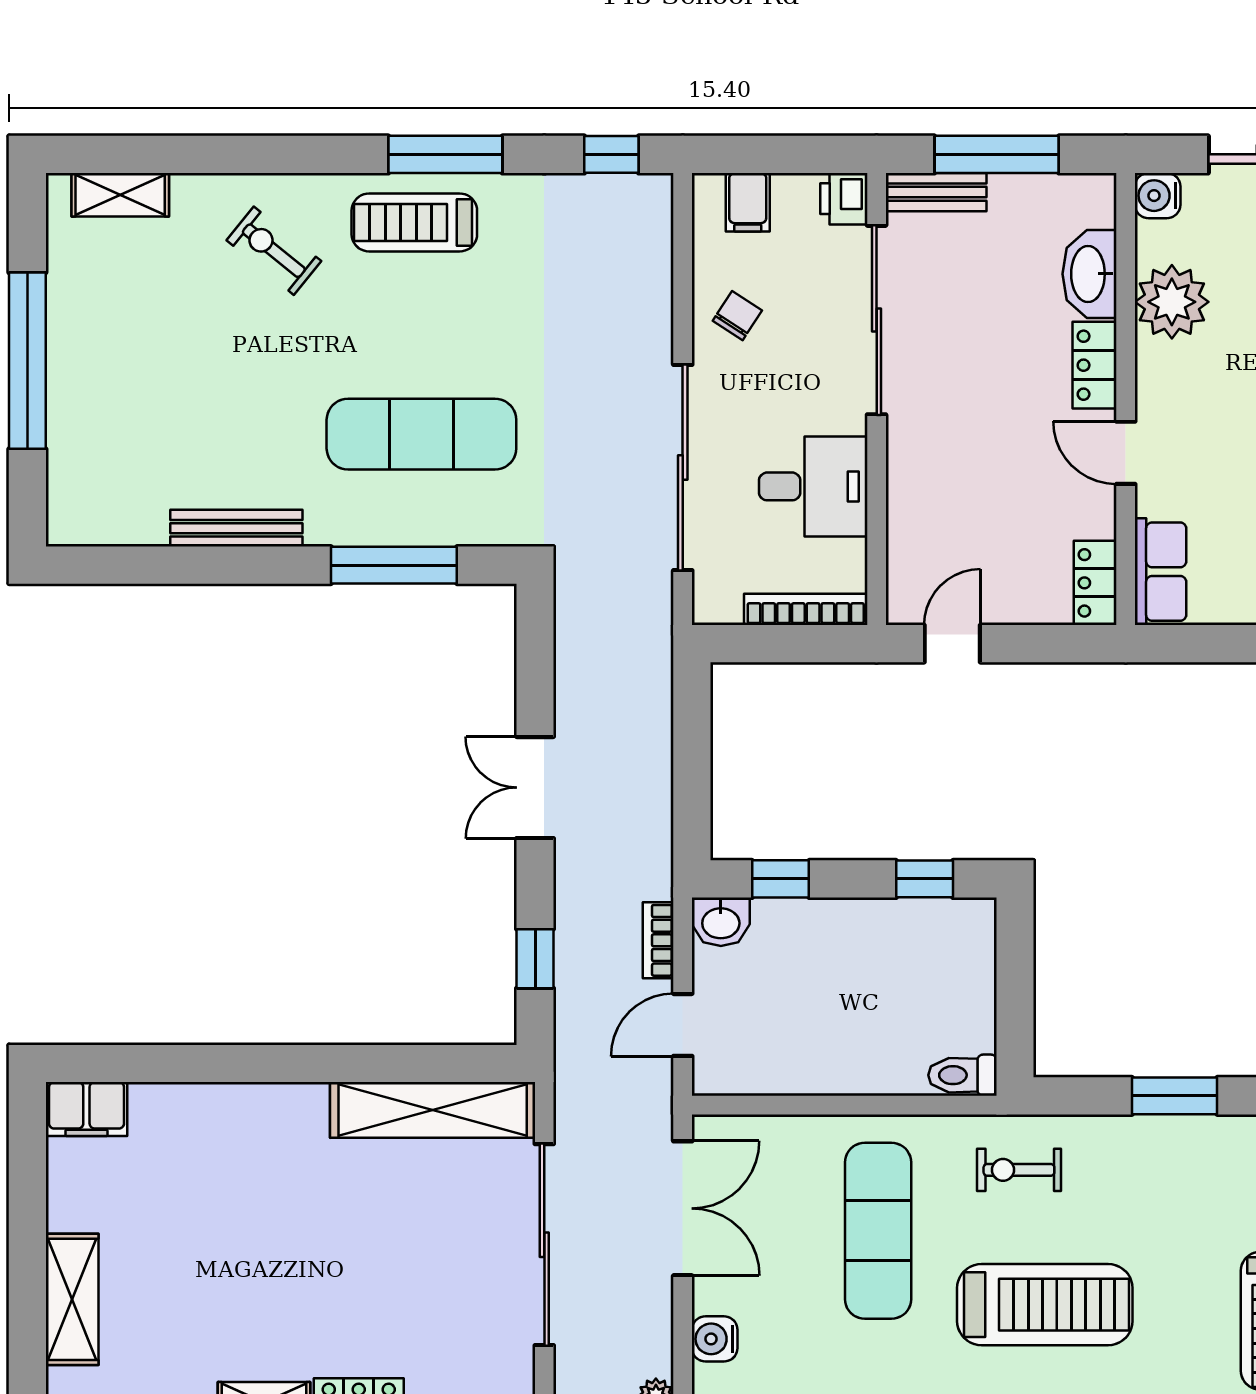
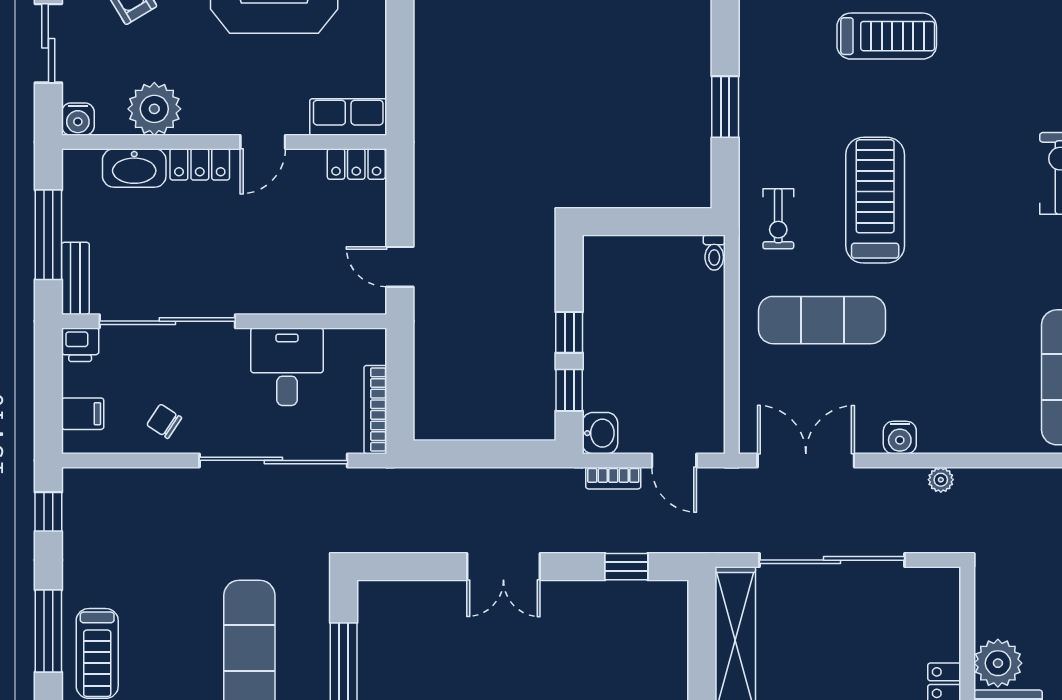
bookcase: (806, 609) -> (375, 410), moved
window: (925, 879) -> (569, 332), moved
toilet: (962, 1075) -> (714, 253), width x0.73, depth x0.72

